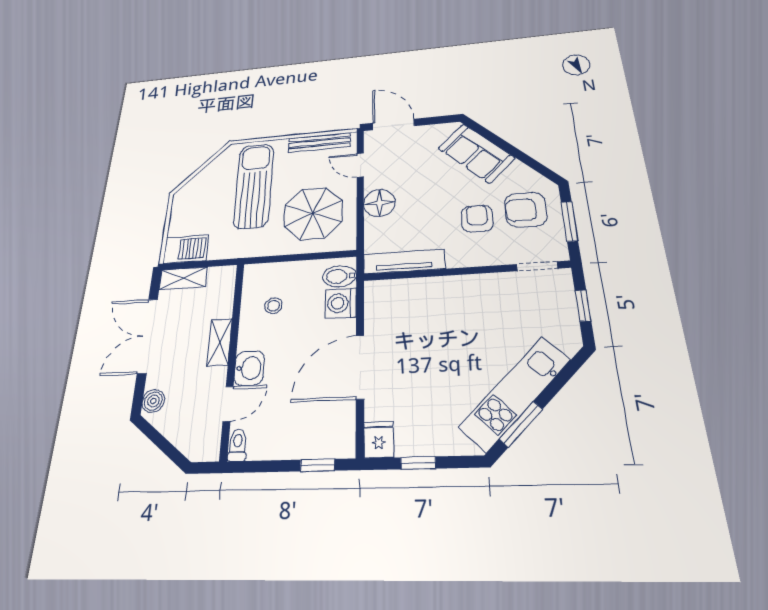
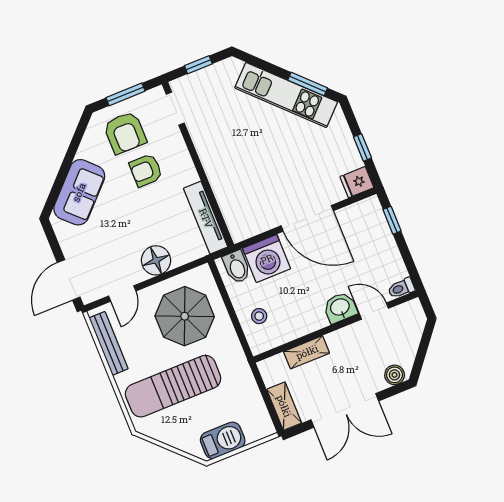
barbecue: (186, 249) -> (223, 440), moved, turned 90
washing machine: (341, 303) -> (267, 259), width x1.37, depth x1.37
stool: (273, 306) -> (259, 316), moved
shelving: (220, 342) -> (307, 352), moved

